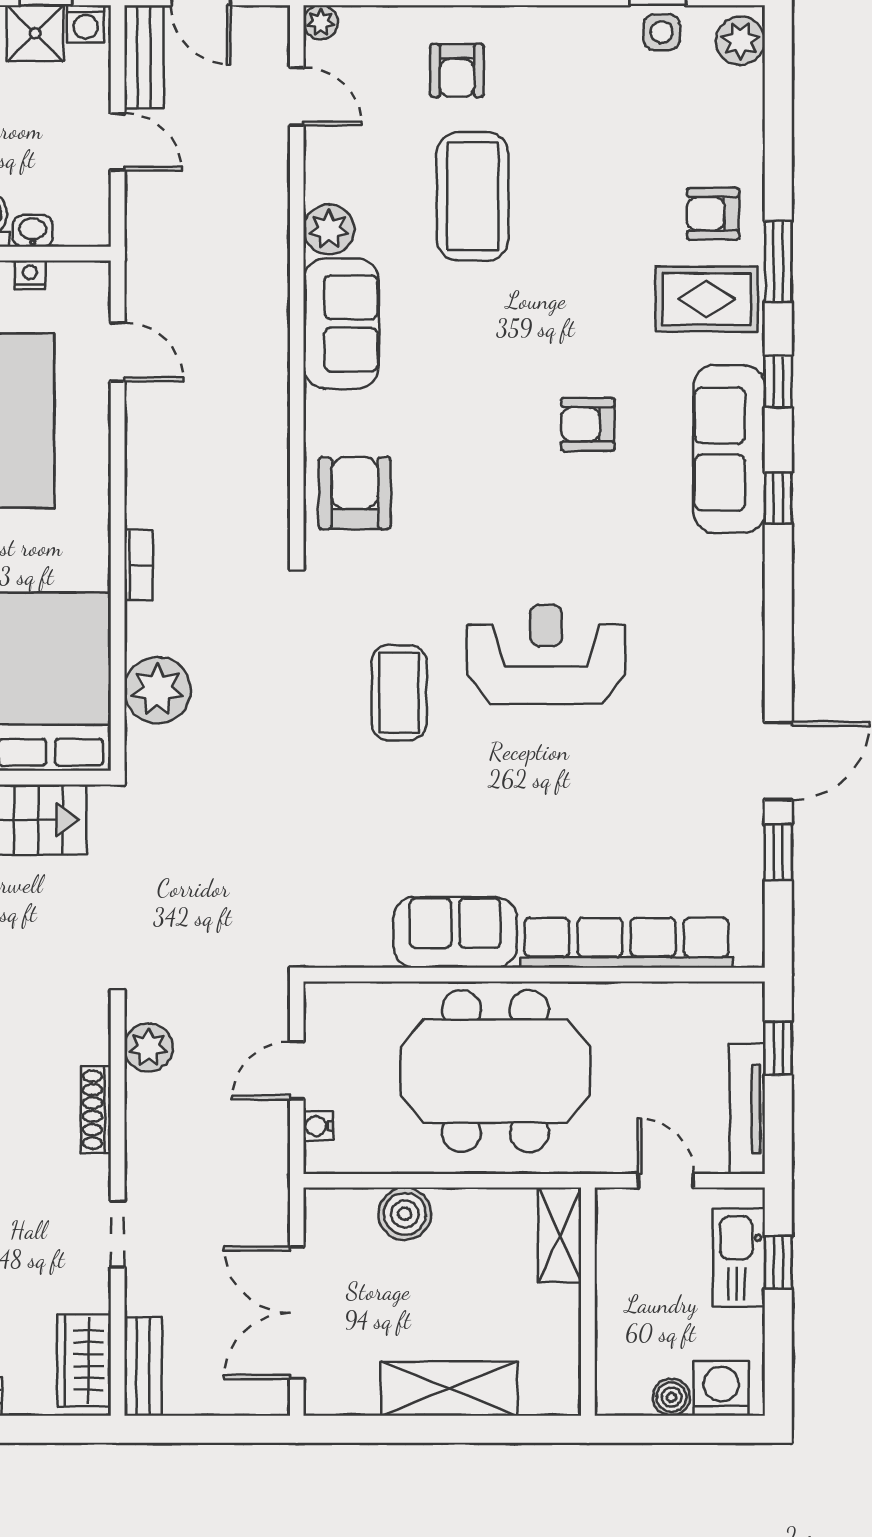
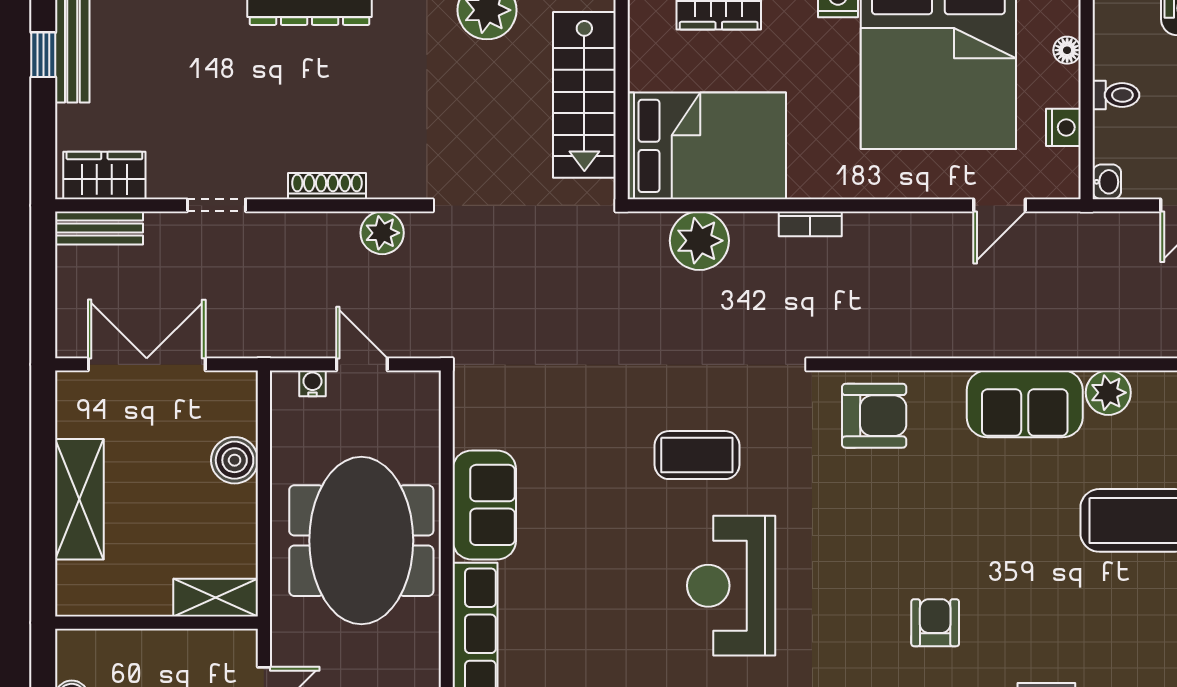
washbasin: (33, 231) -> (1107, 182), moved
nightstand: (30, 275) -> (1063, 127), width x1.39, depth x1.35
reception desk: (546, 654) -> (731, 586), turned 180

